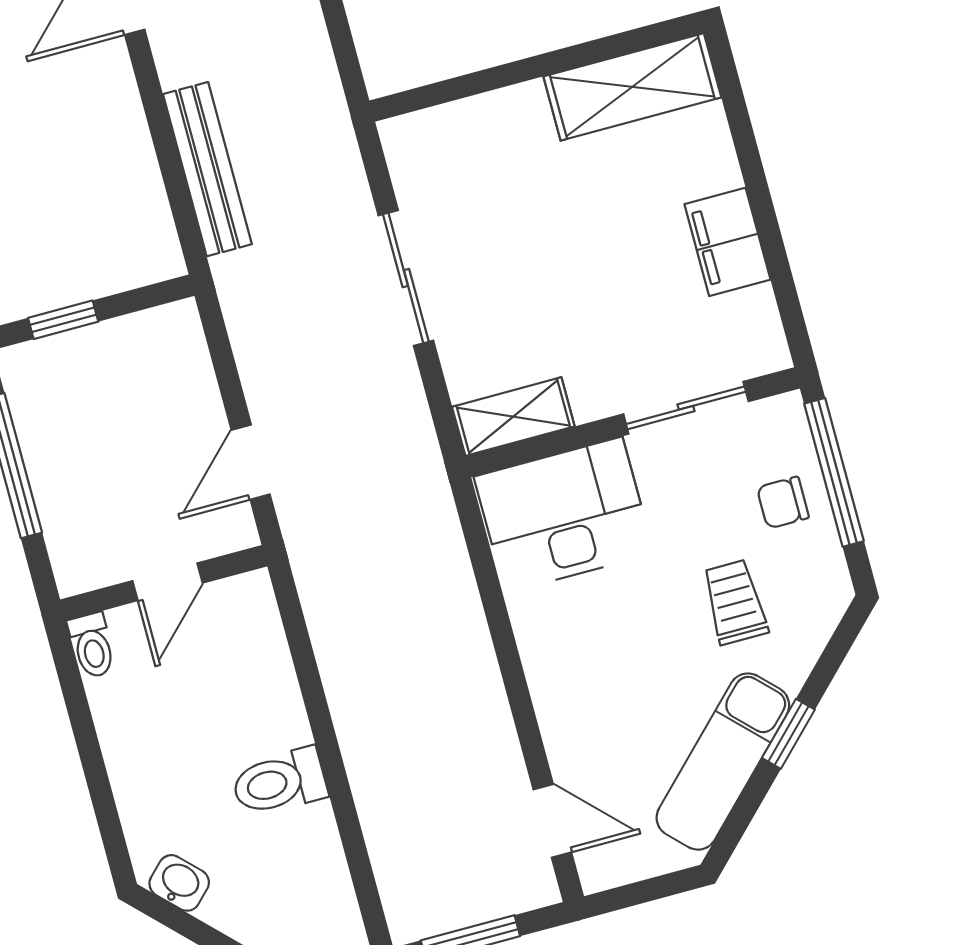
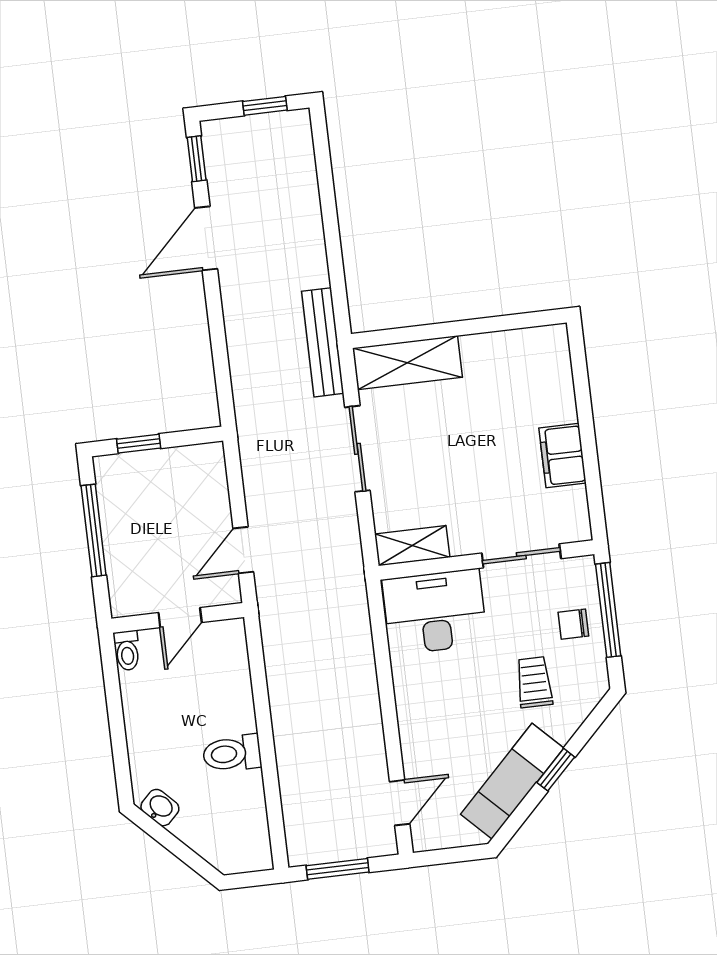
shelving: (632, 87) -> (407, 363), moved
bench: (207, 169) -> (323, 342), moved
door: (552, 821) -> (400, 803), hinge flipped

